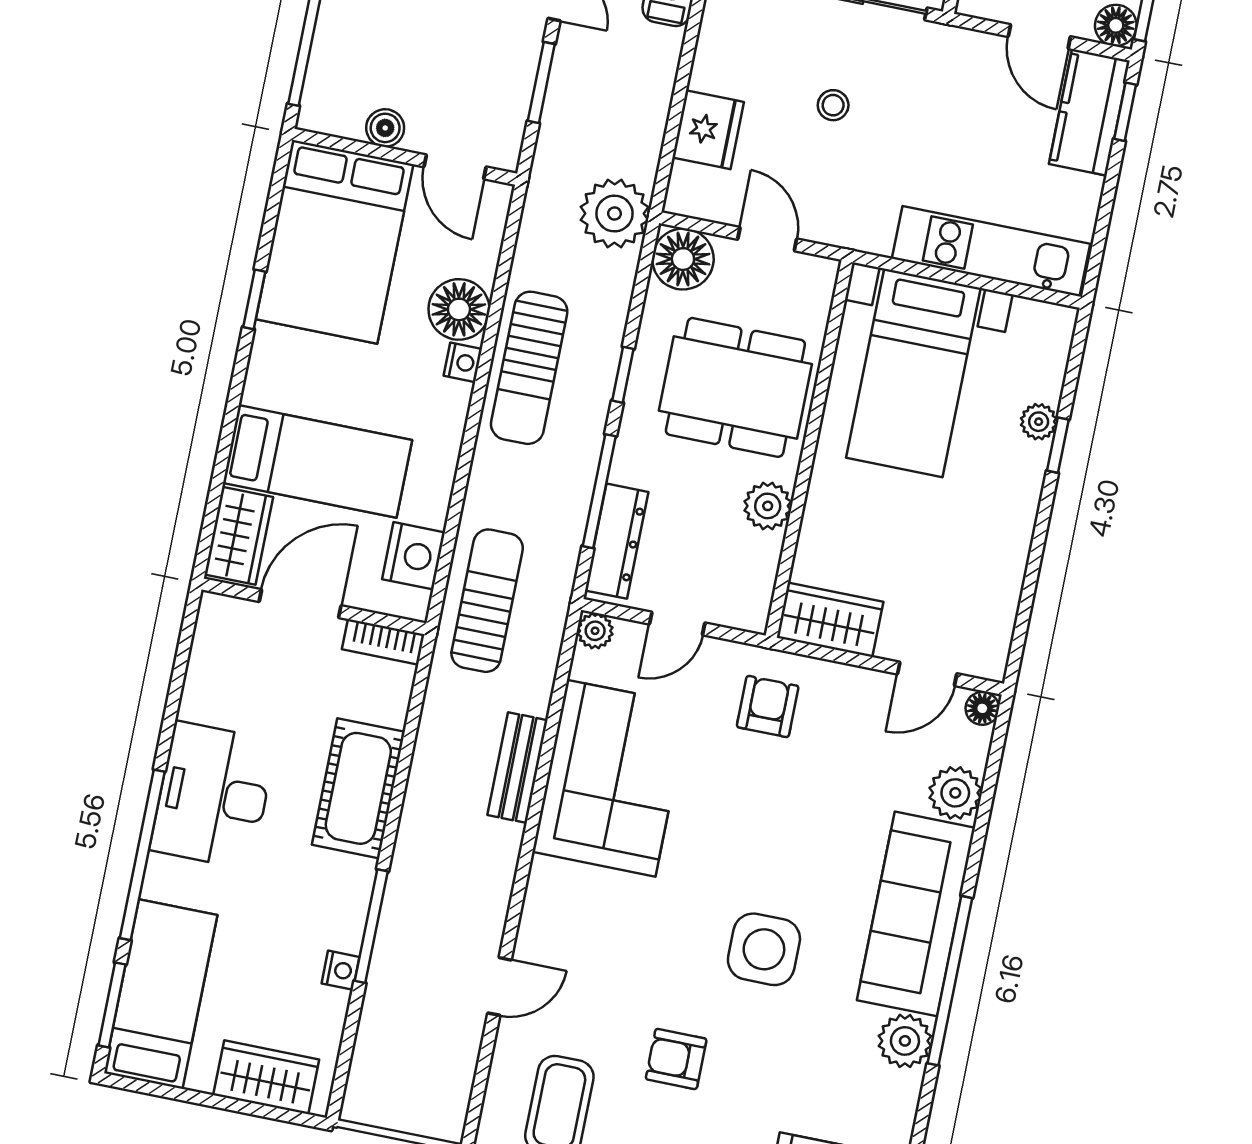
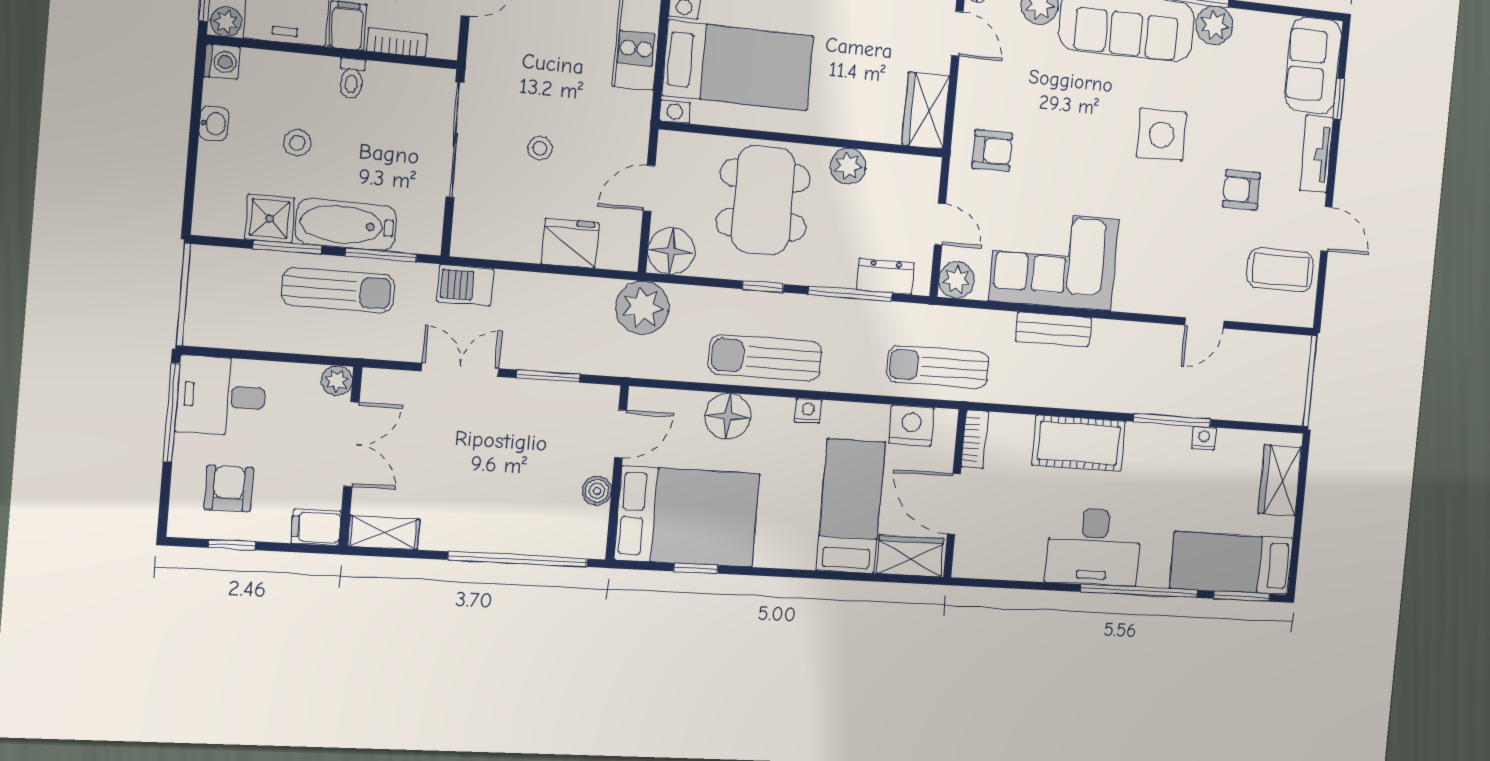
window: (254, 299) -> (696, 568), moved
nightstand: (463, 362) -> (808, 411), moved
sun lounger: (529, 368) -> (765, 358), turned 180
dresser: (617, 541) -> (885, 276), width x0.70
plant: (595, 631) -> (957, 280), width x1.38, depth x1.38
armchair: (768, 707) -> (992, 150), turned 180
door: (499, 986) -> (1204, 323), swing flipped
armchair: (676, 1059) -> (1241, 190), turned 90

